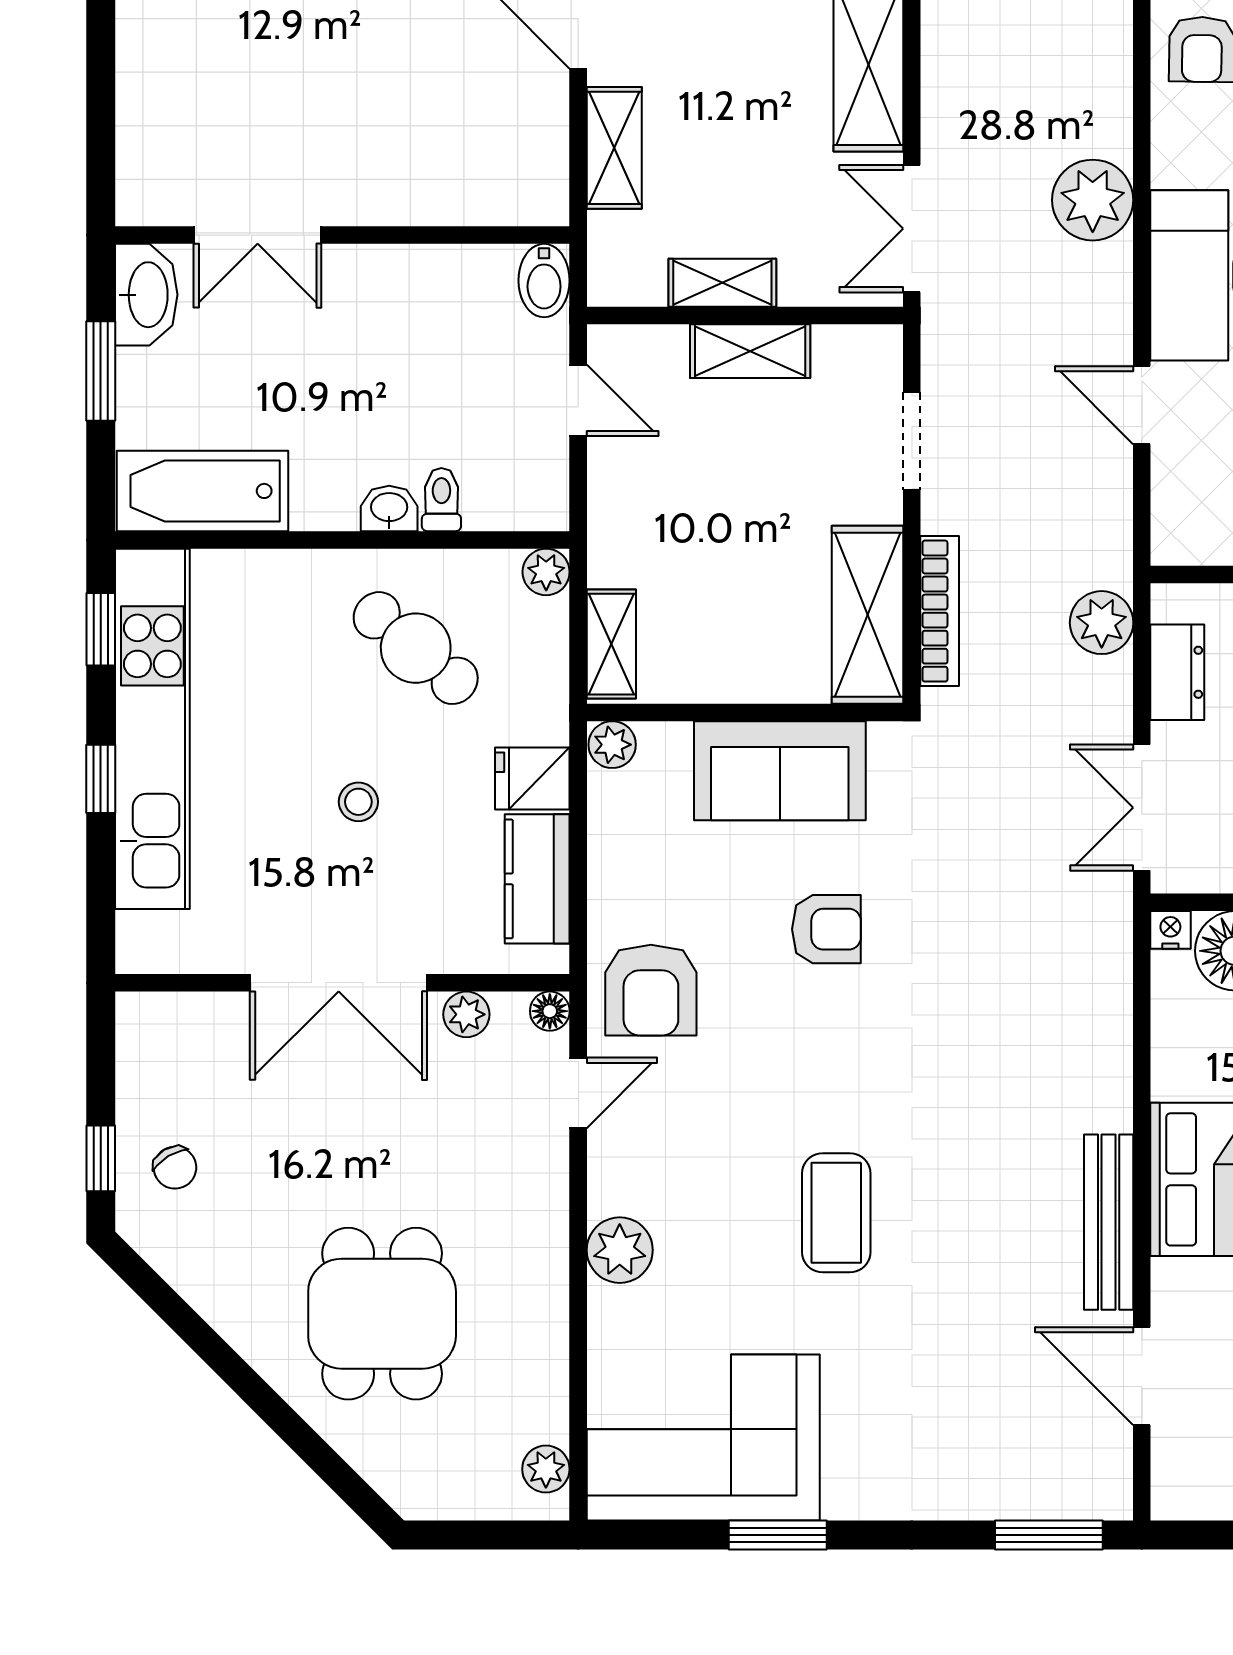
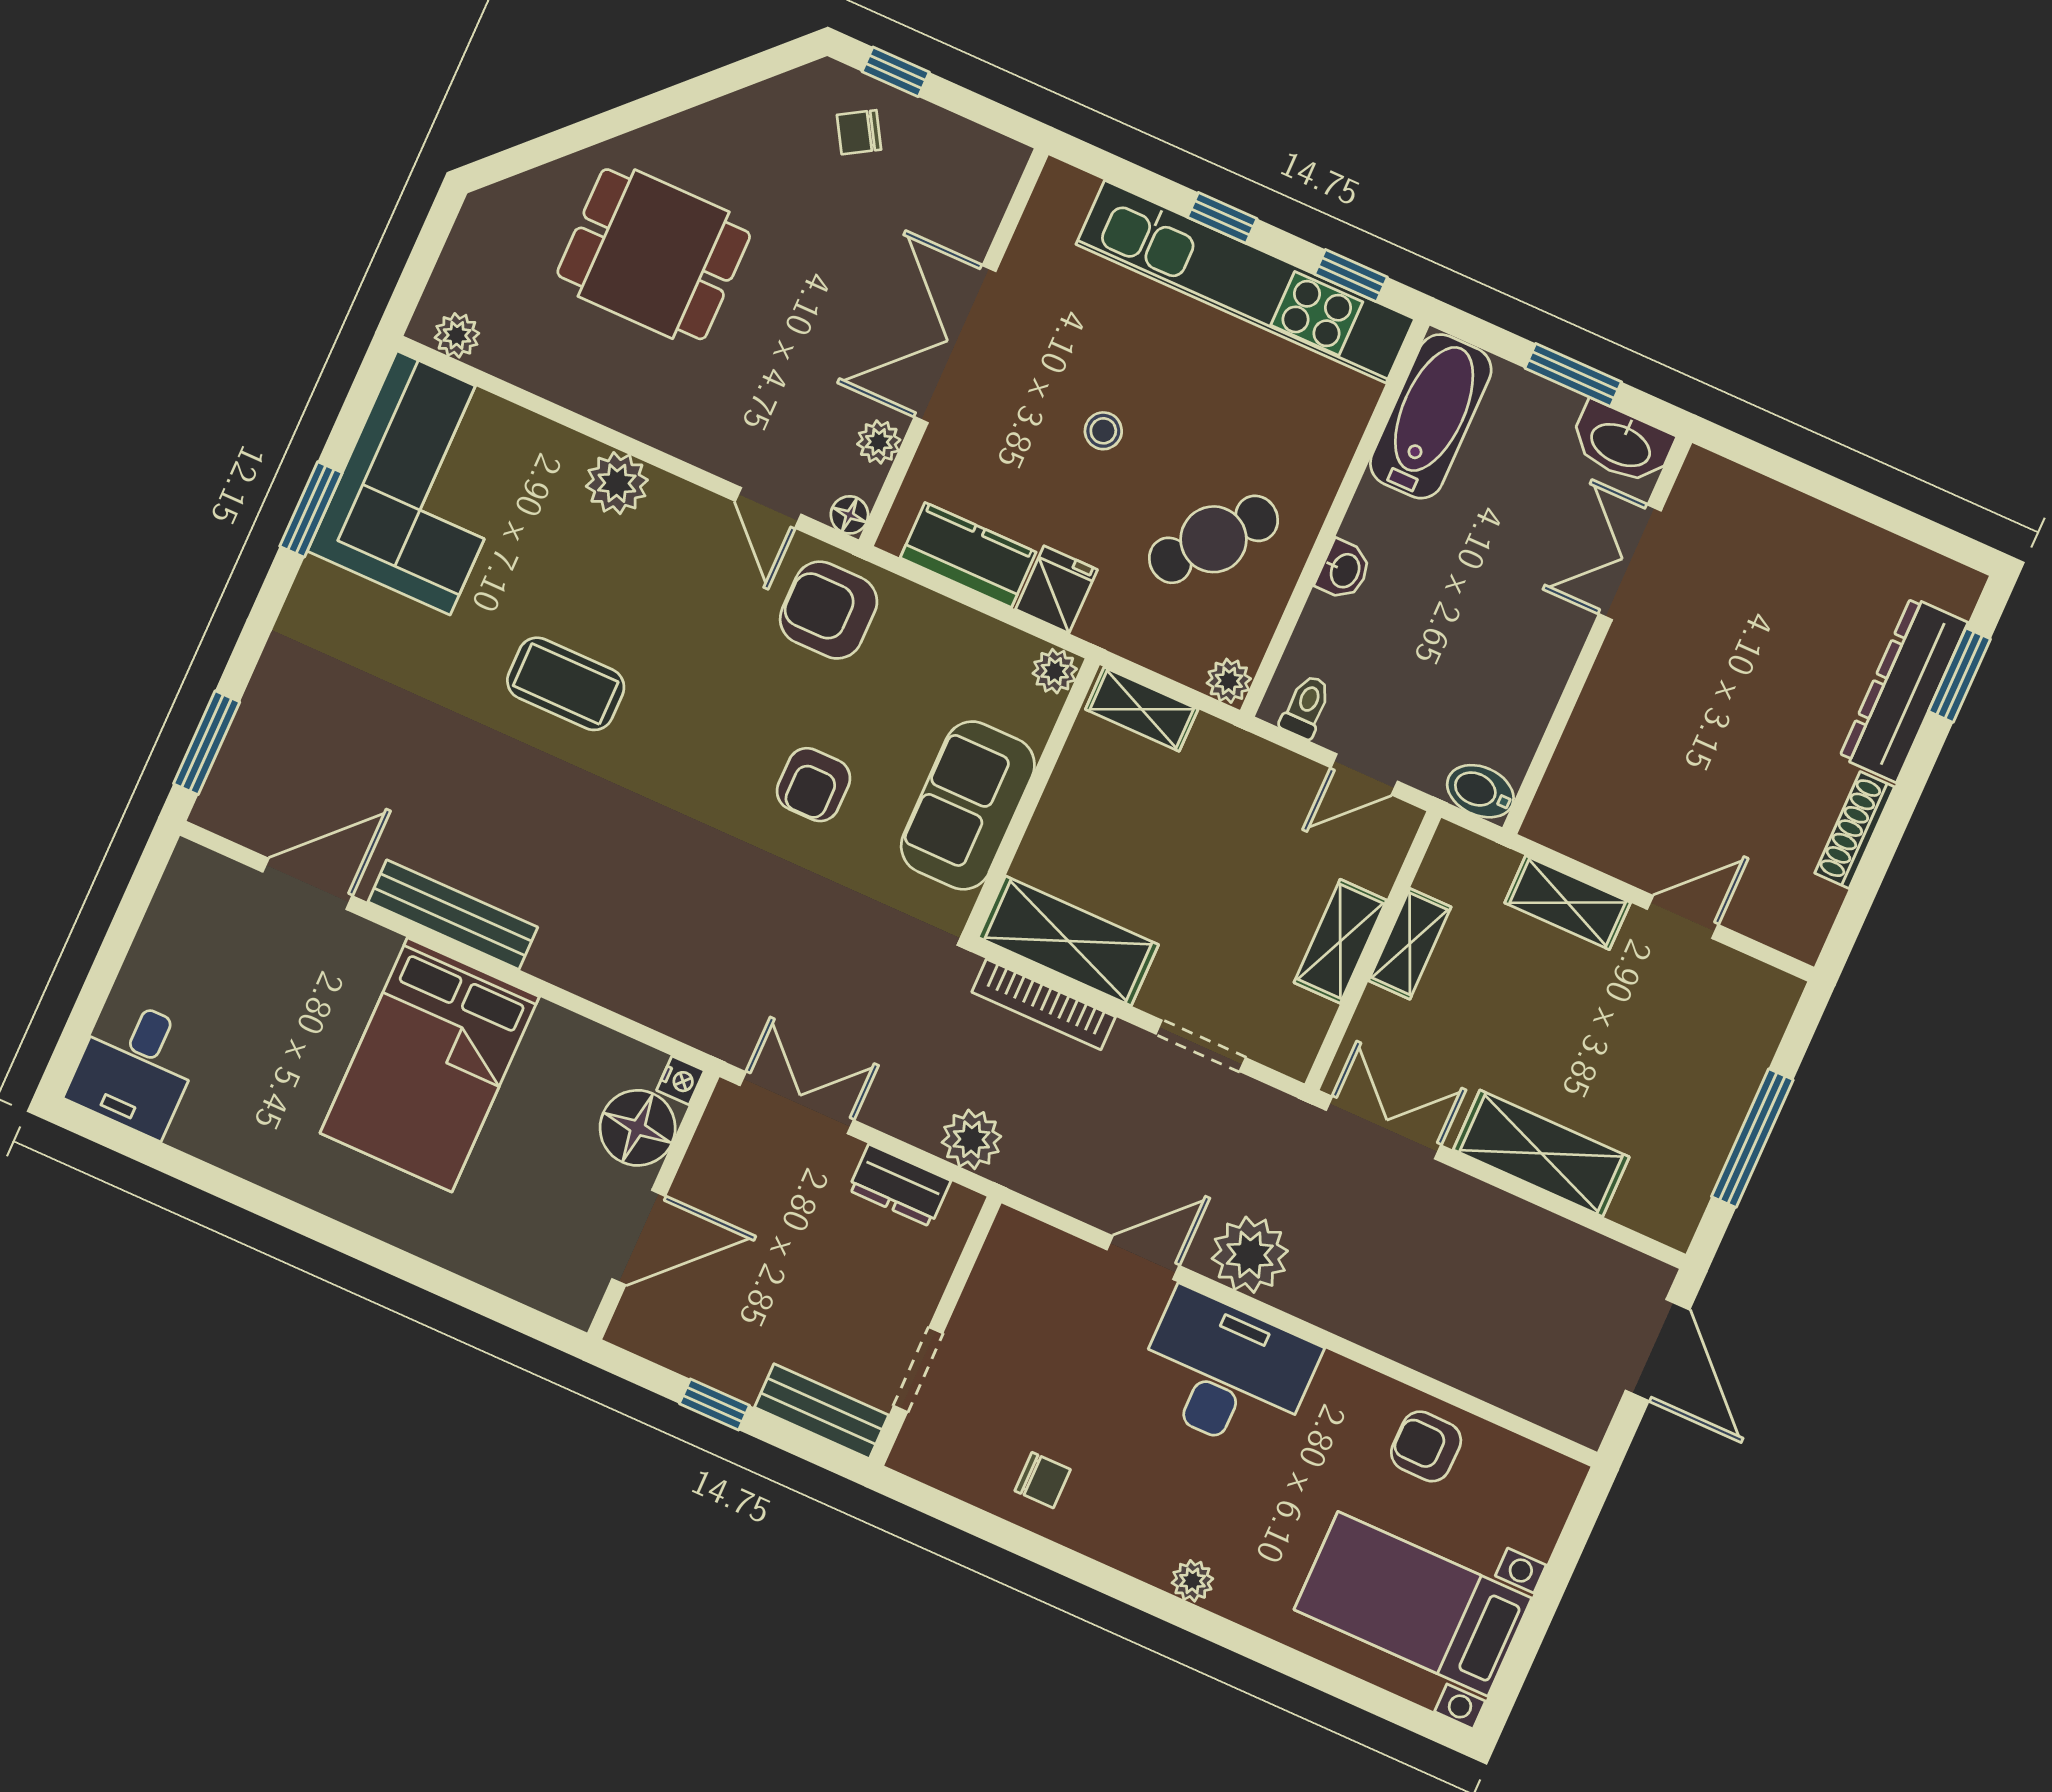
plant: (1093, 200) -> (1250, 1255), moved
toilet: (441, 500) -> (1306, 707), moved, turned -90

